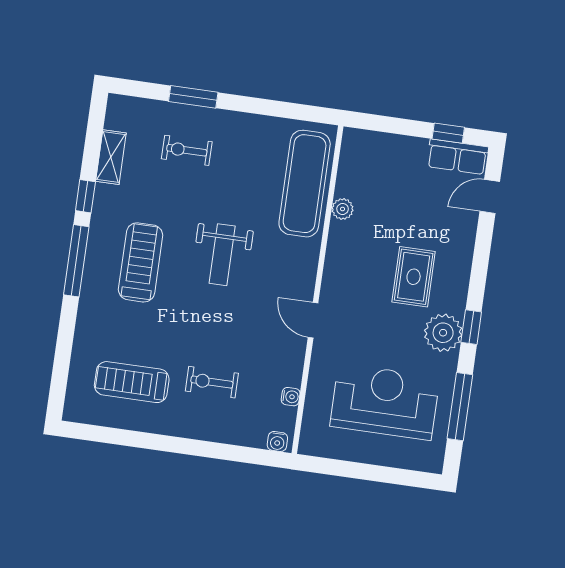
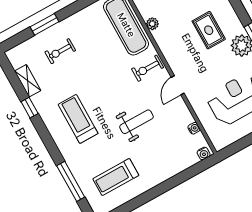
weight bench: (222, 255) -> (136, 122), moved, turned -90
window: (76, 261) -> (71, 181), moved
door: (313, 320) -> (178, 85), hinge flipped
exercise bike: (212, 382) -> (148, 68), moved

